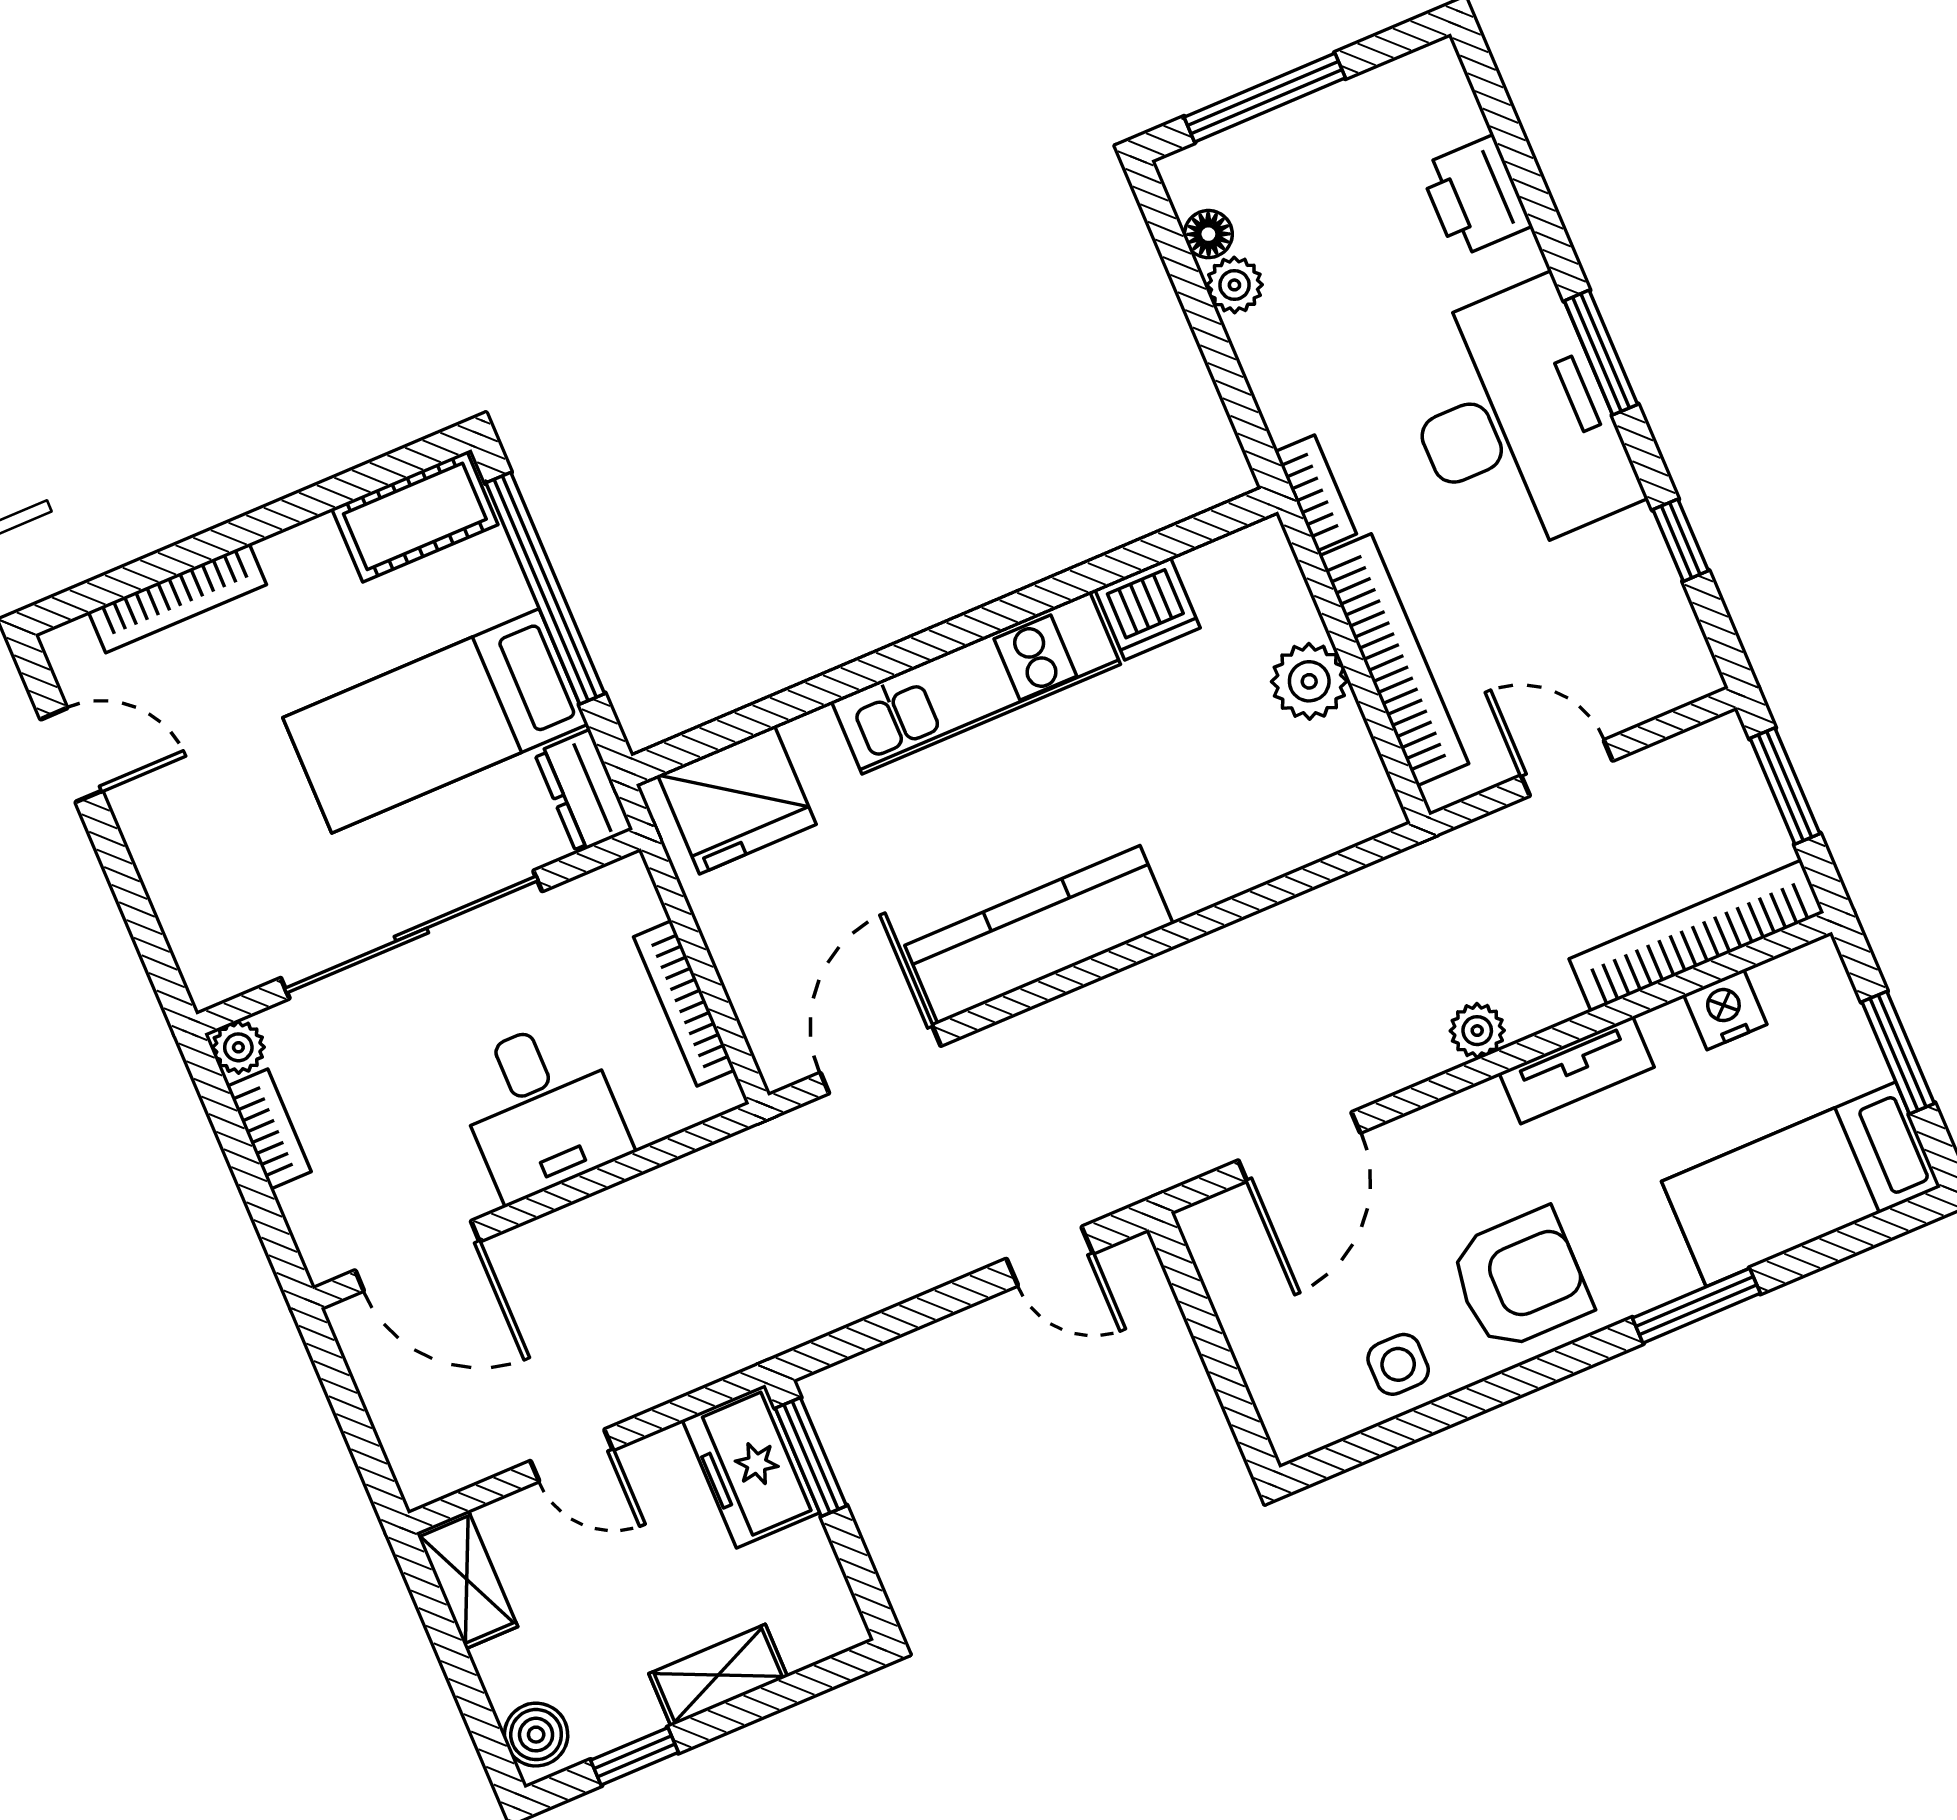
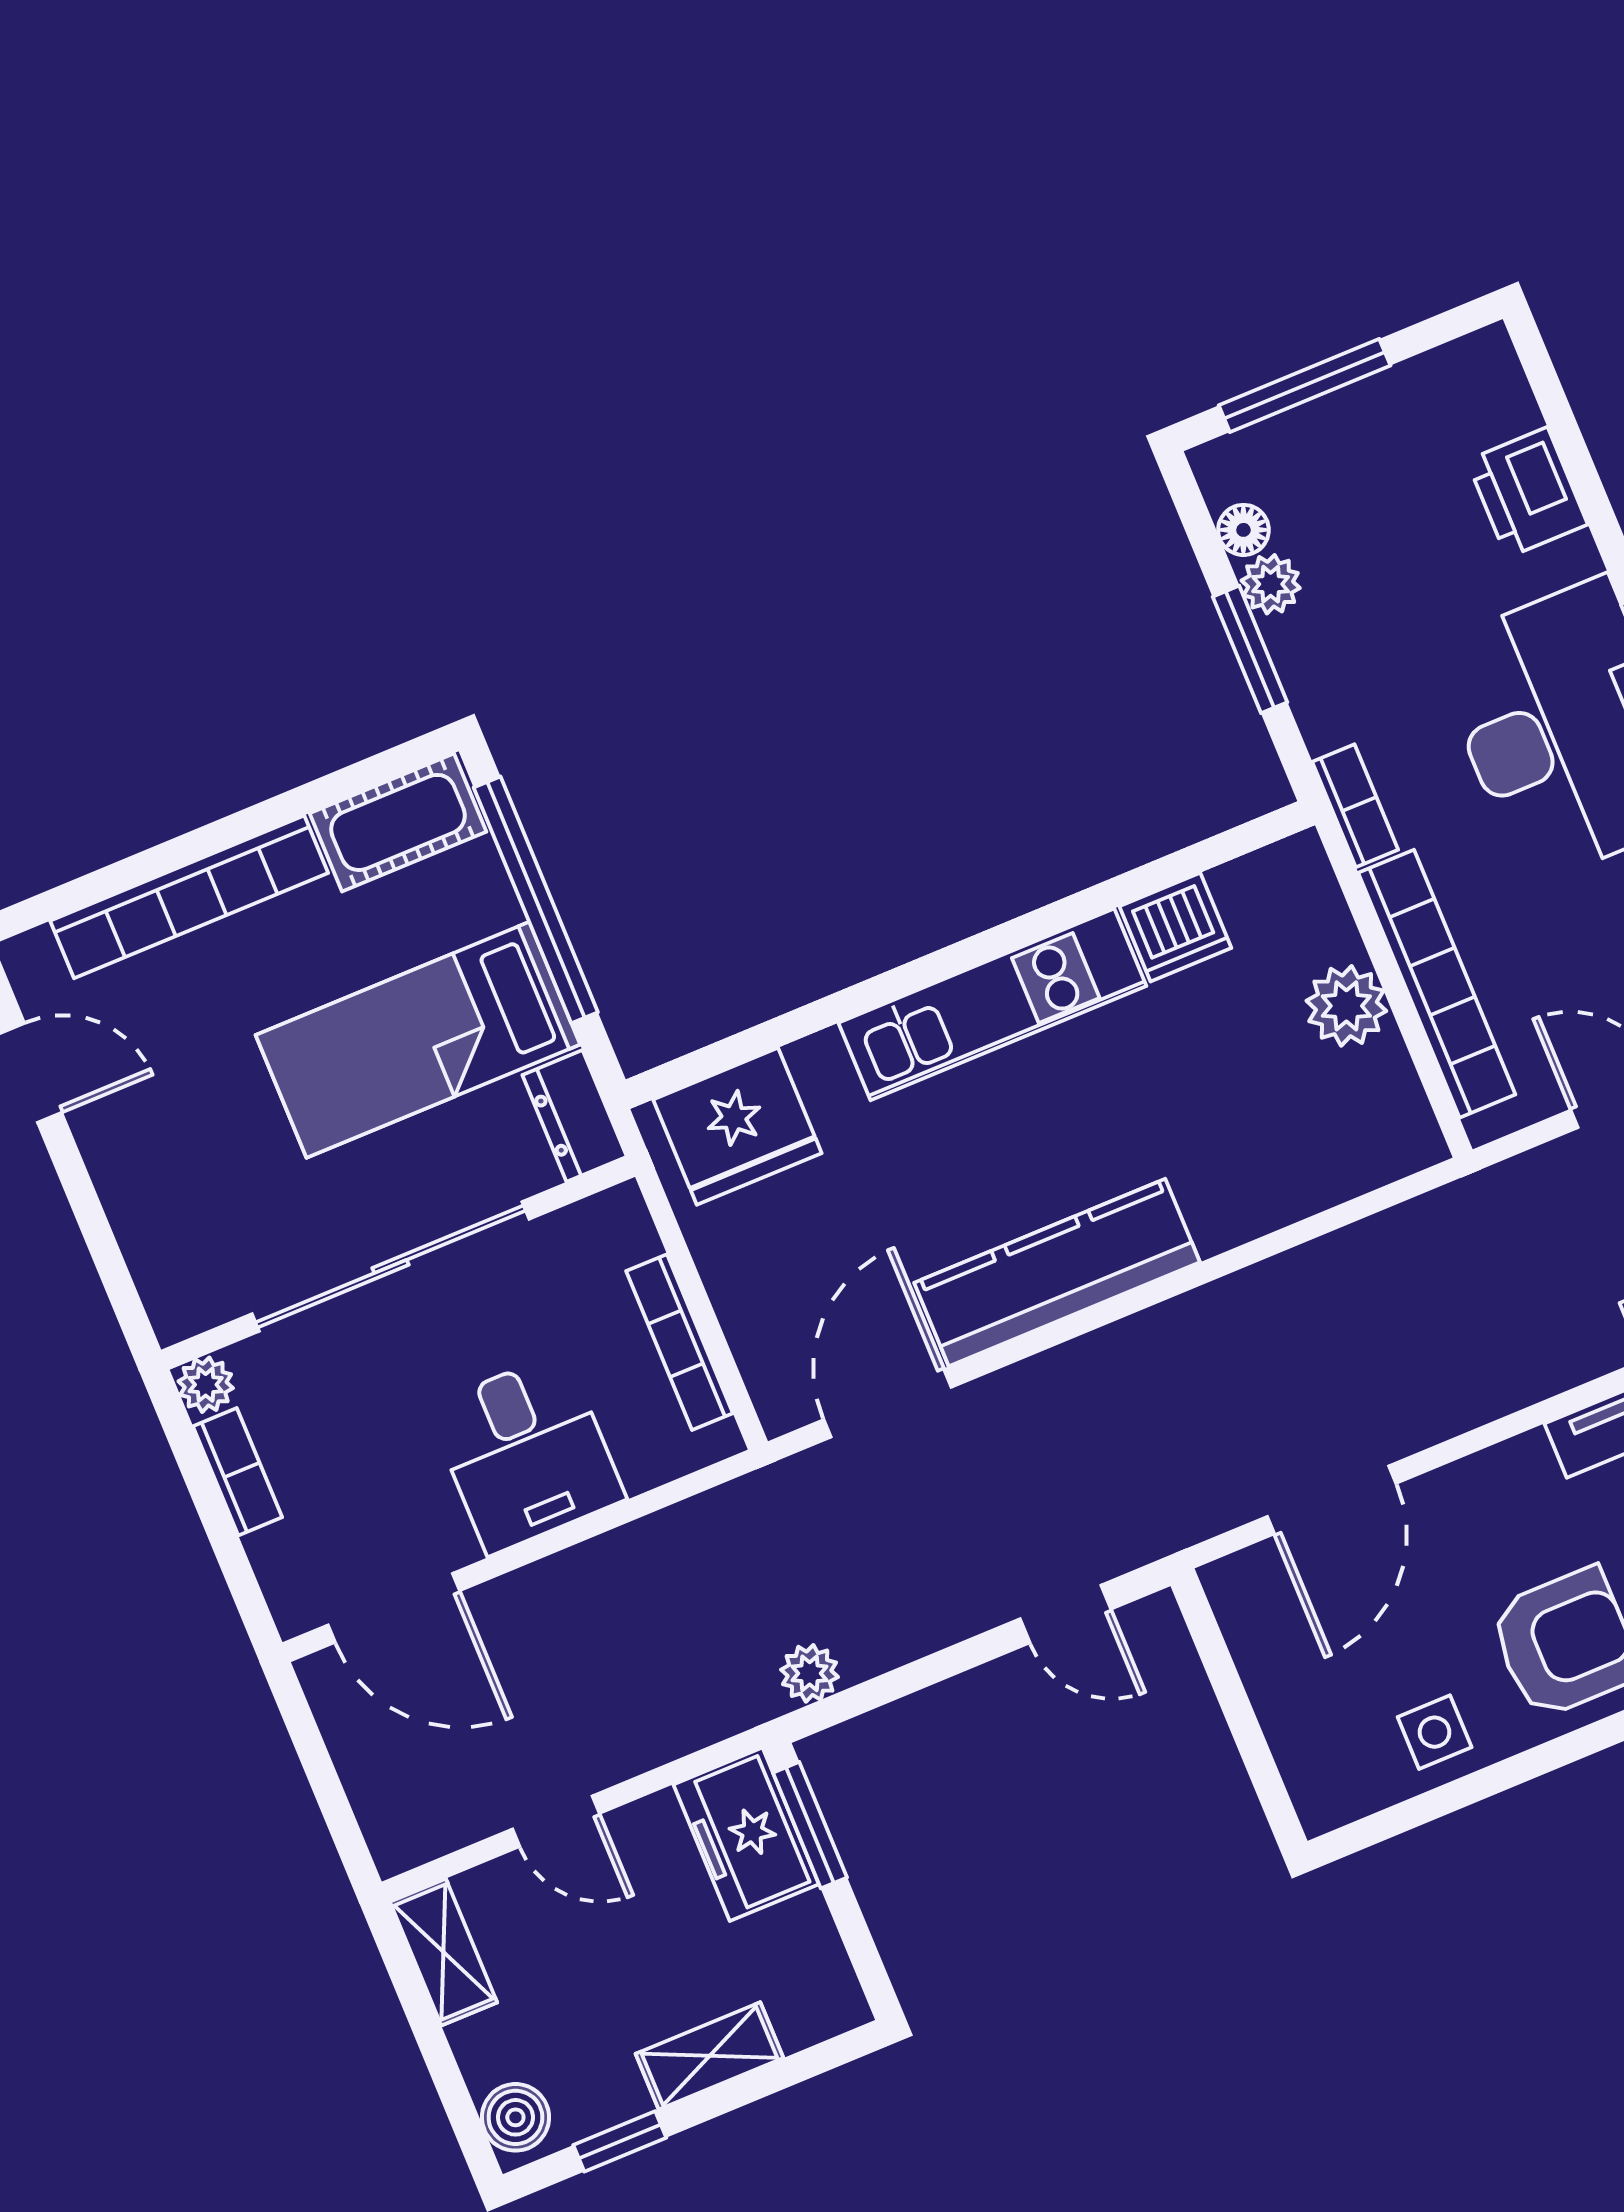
window: (1216, 347) -> (1250, 649), added
bookcase: (177, 598) -> (189, 897), width x1.48, depth x1.31
plant: (1477, 1031) -> (810, 1673), moved

